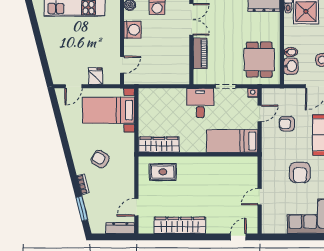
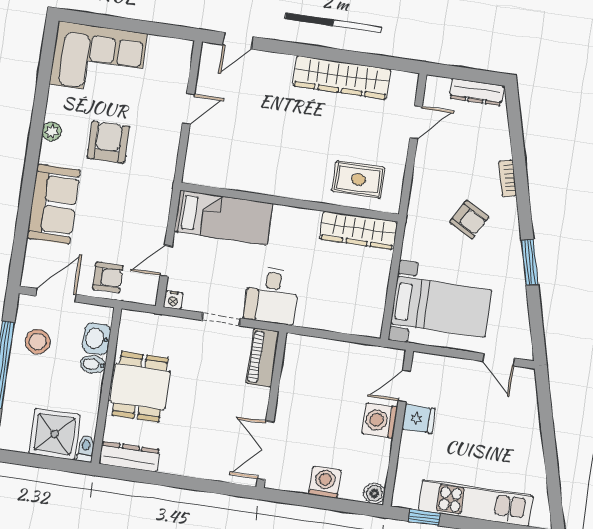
washing machine: (133, 30) -> (380, 420), moved
piano: (200, 53) -> (263, 358), moved
dining table: (259, 60) -> (140, 387), moved
fridge: (96, 76) -> (419, 419), moved, turned -90
door: (73, 86) -> (499, 360), swing flipped
armchair: (287, 124) -> (108, 277), moved
window: (82, 209) -> (530, 262), moved
dresser: (120, 228) -> (477, 92), moved

